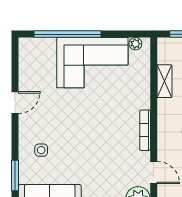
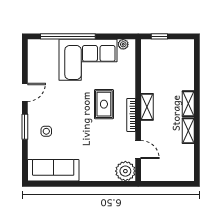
shelving: (164, 81) -> (147, 107), moved
rug: (112, 117) -> (104, 104), added
window: (15, 176) -> (25, 127), moved

